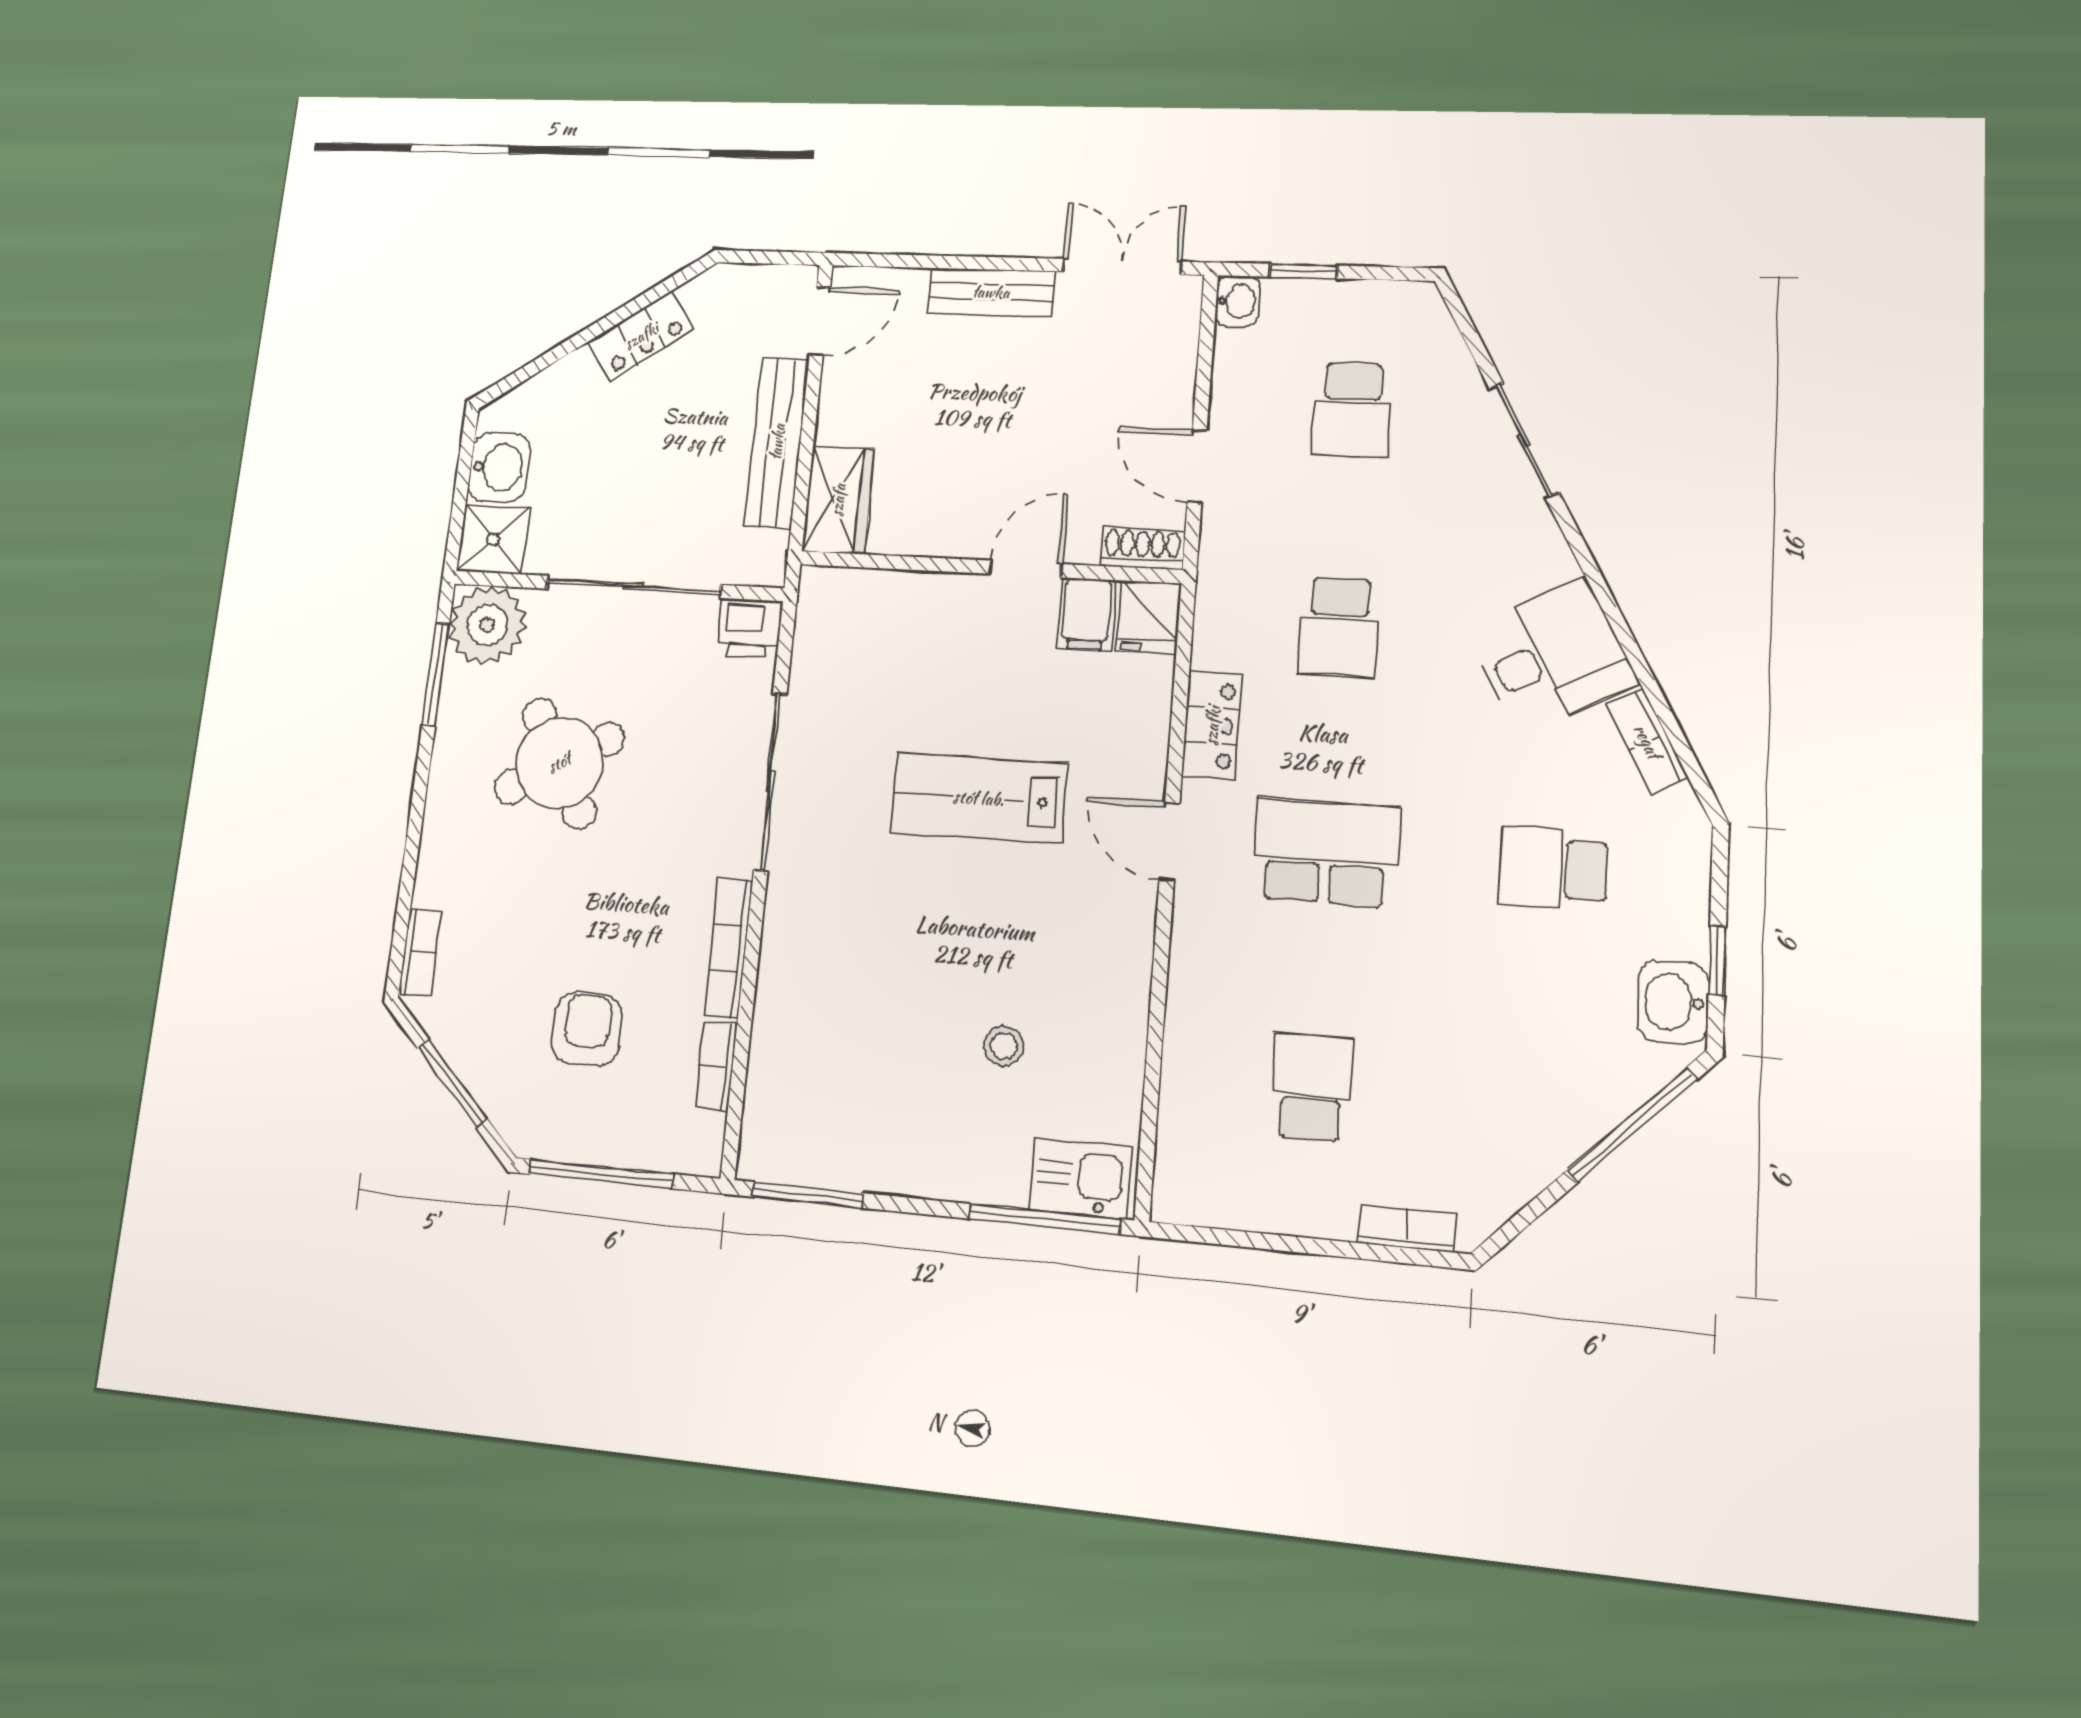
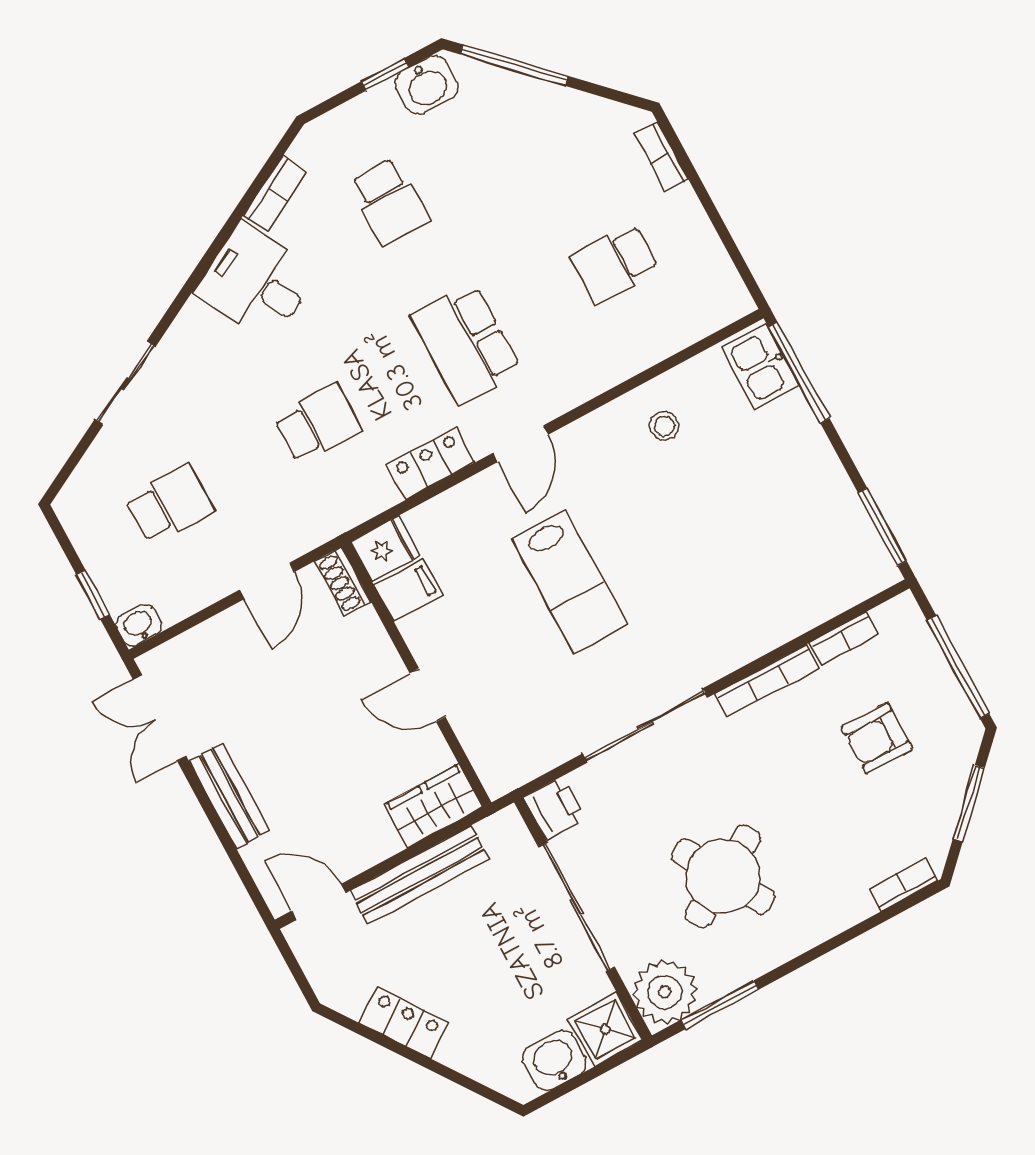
door: (1026, 569) -> (428, 695), moved
stool: (1004, 1046) -> (664, 426), moved

